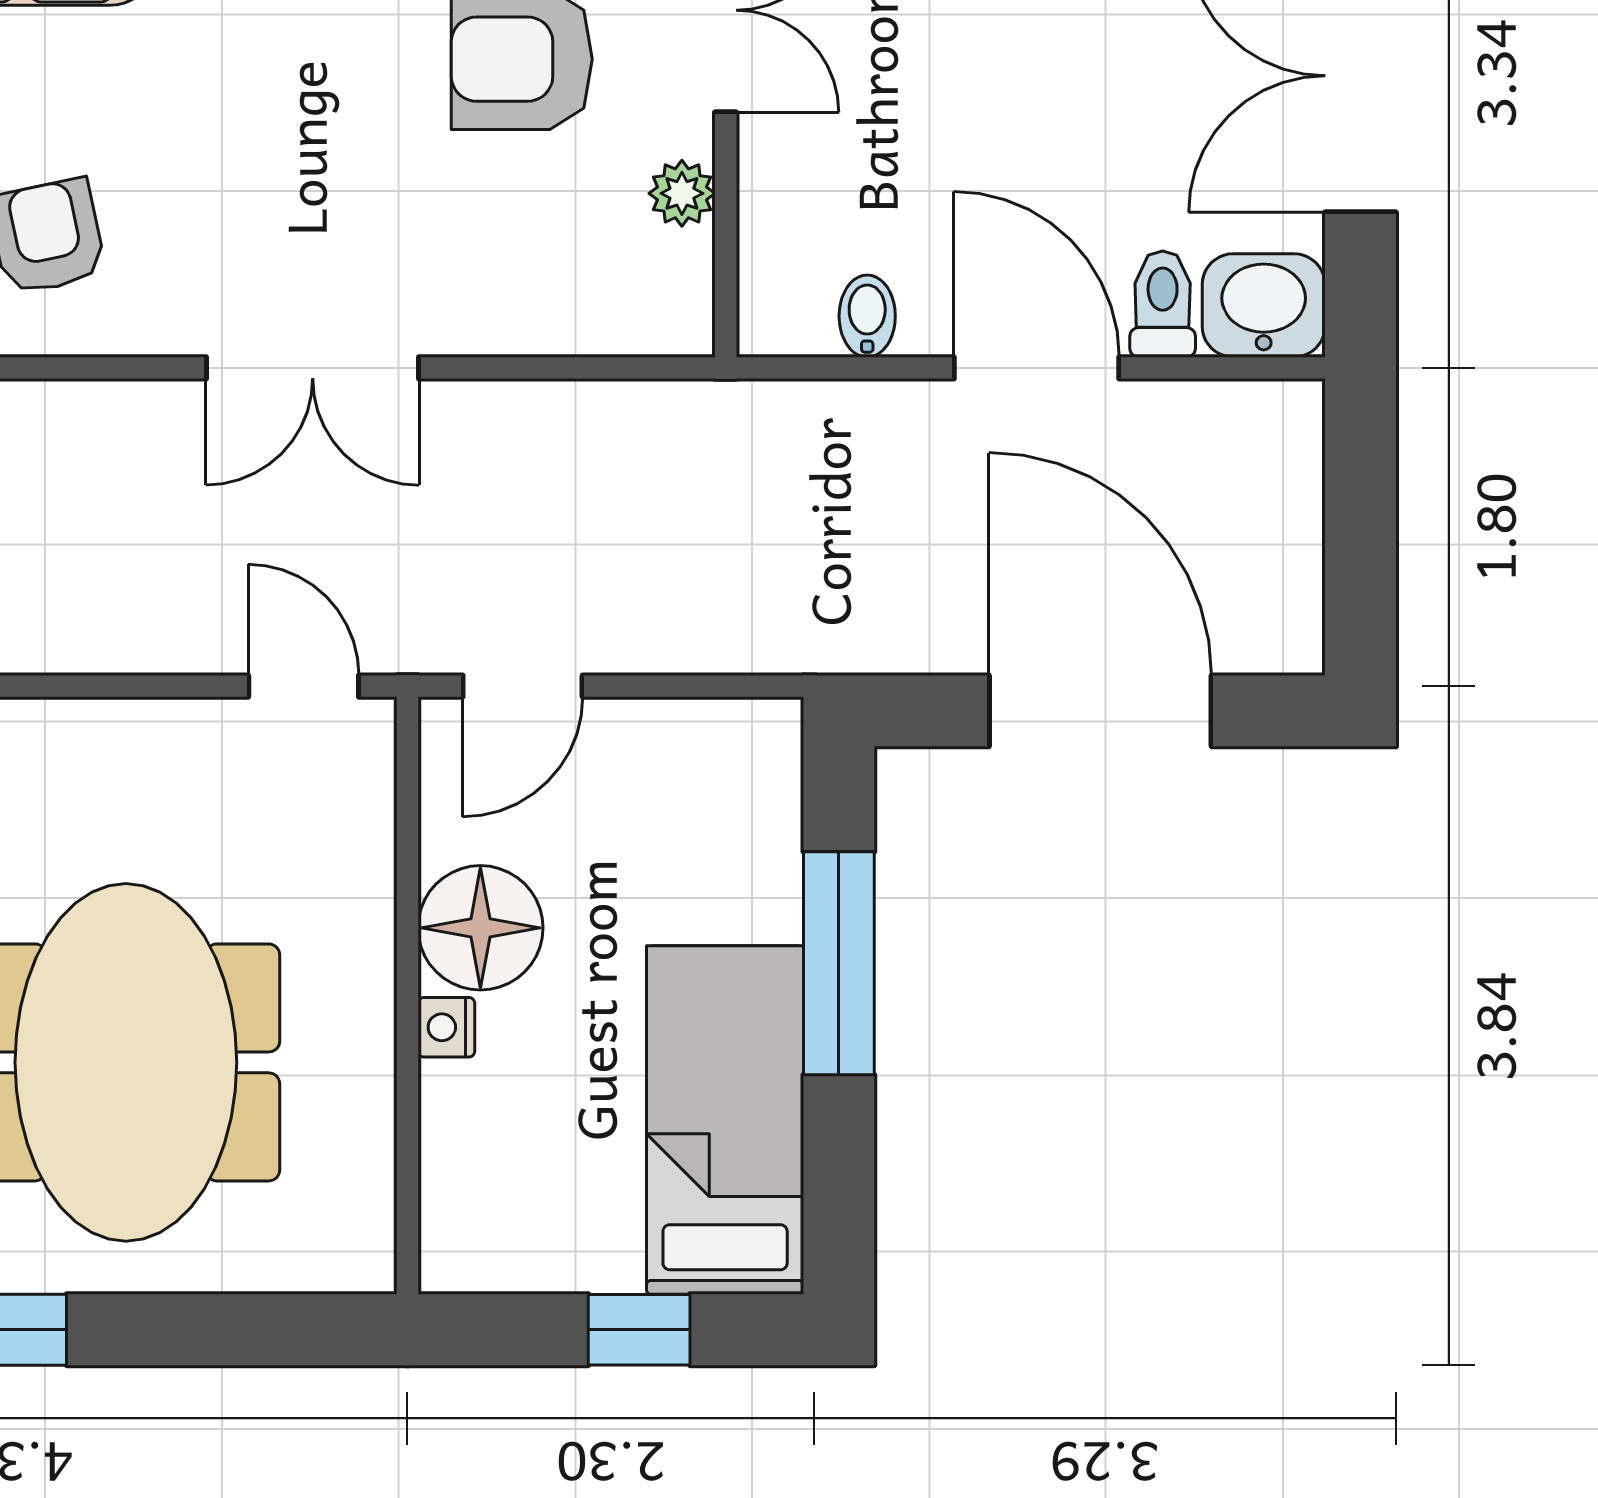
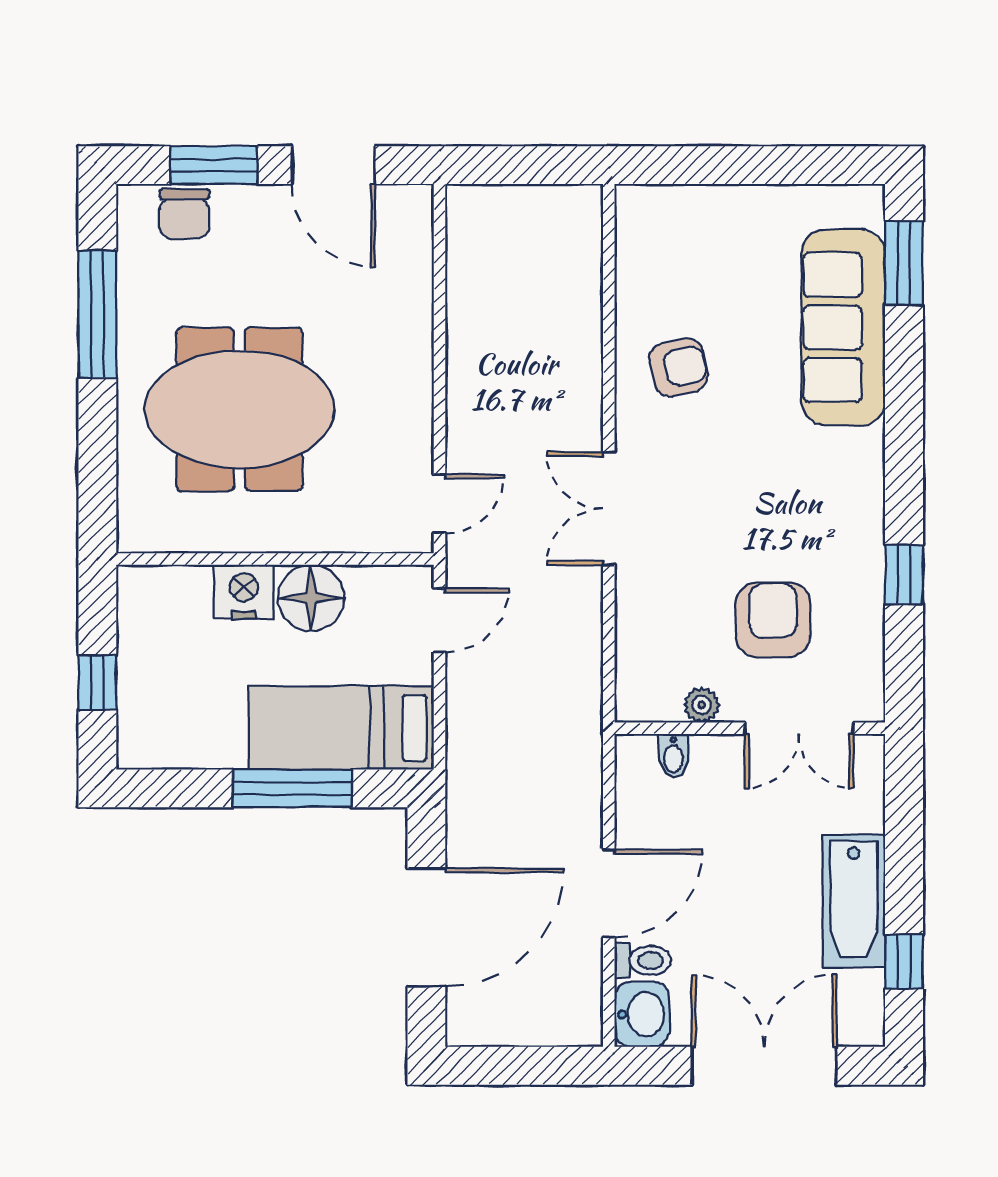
bidet: (867, 316) -> (673, 756), moved, turned 90
door: (523, 686) -> (440, 620), swing flipped
nightstand: (446, 1027) -> (244, 592), width x1.89, depth x1.79
bed: (725, 1120) -> (341, 728), moved, turned 180

